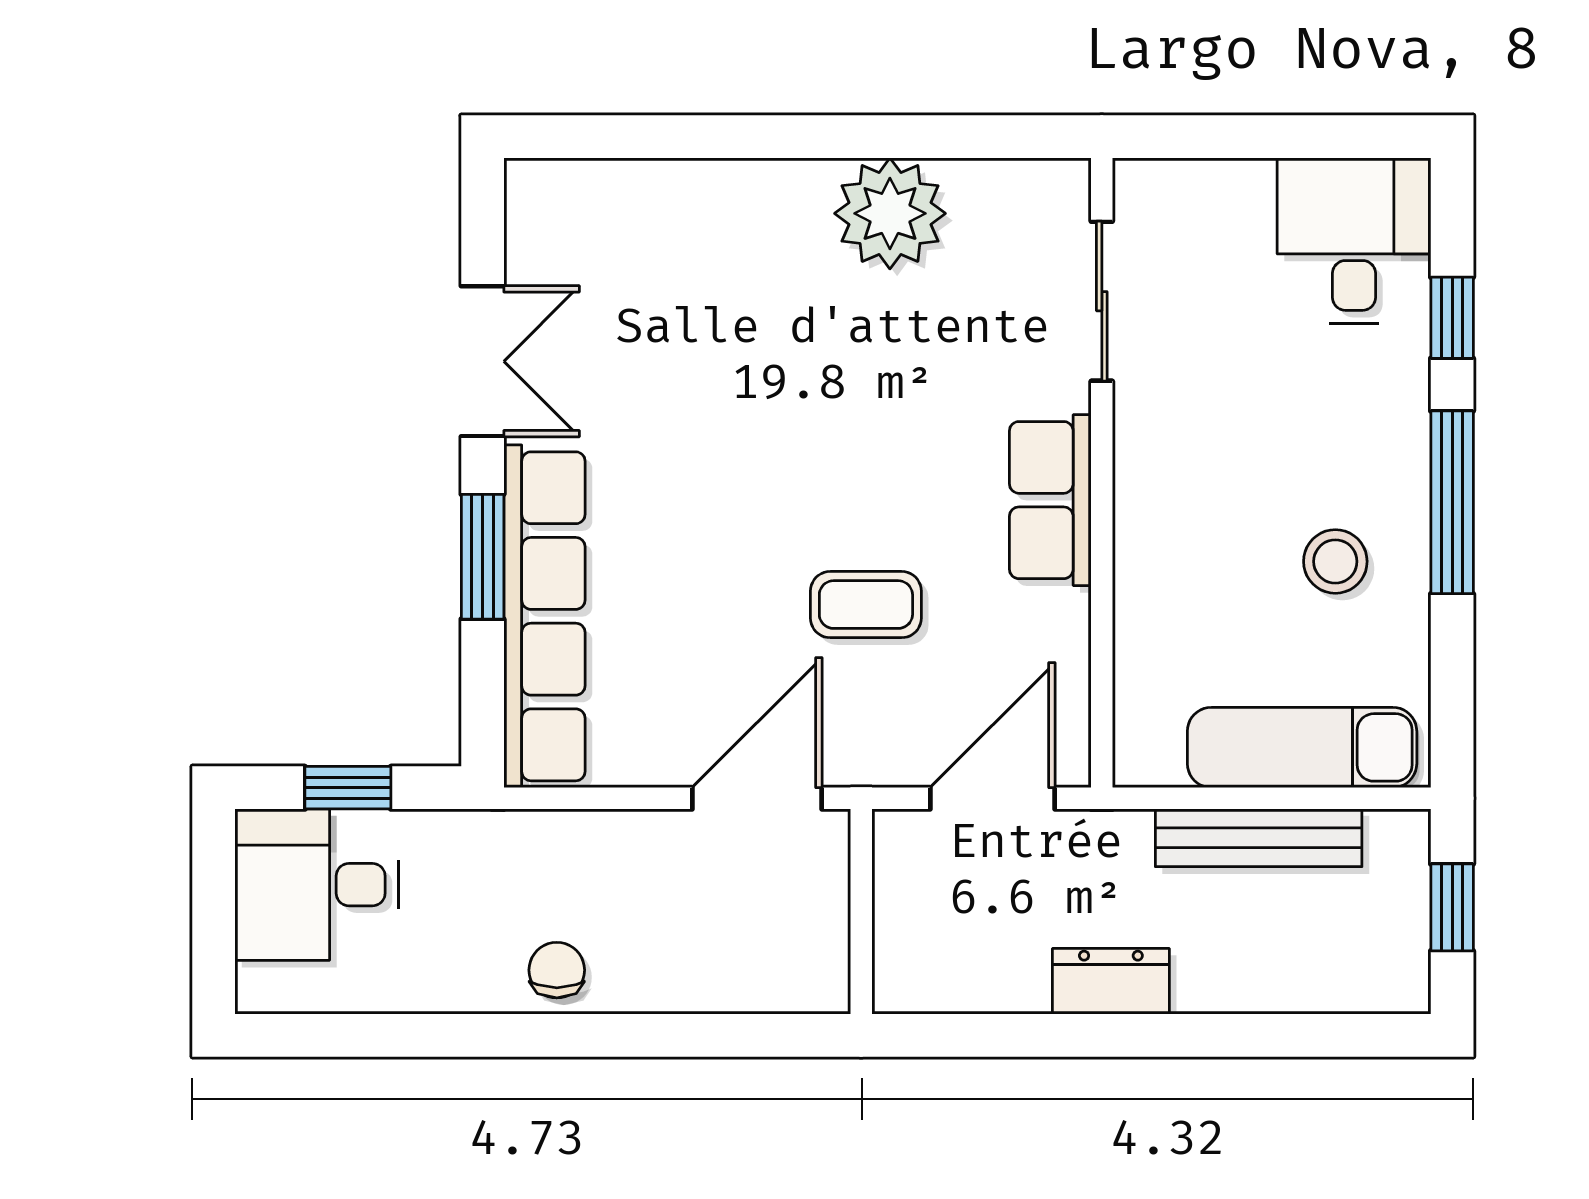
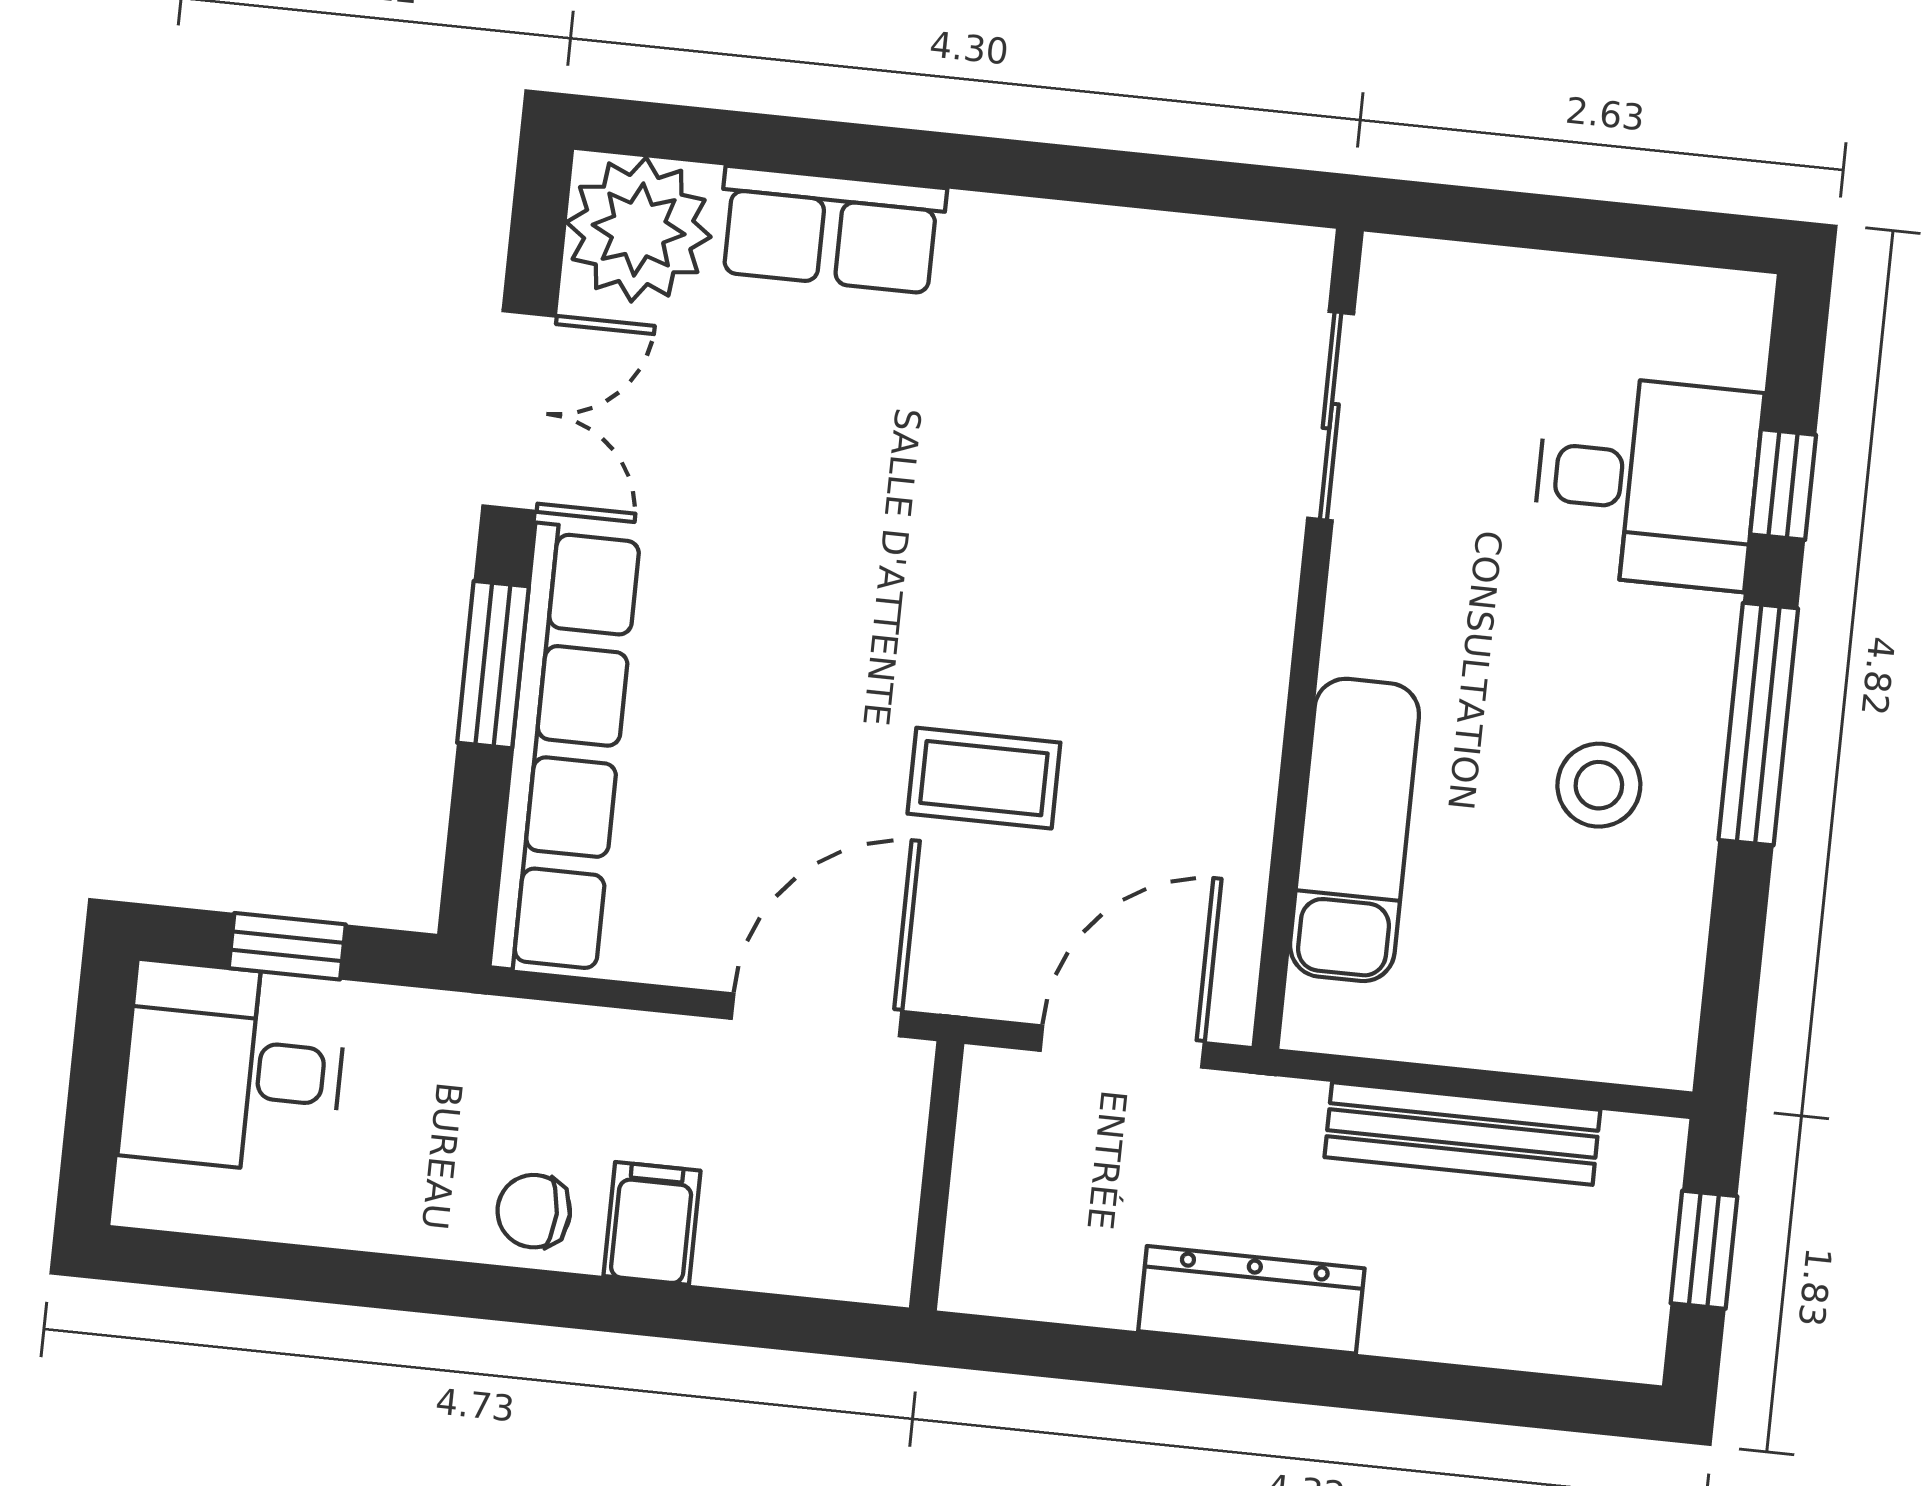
plant: (890, 213) -> (639, 229), moved
desk: (1354, 241) -> (1647, 482), moved, turned 90
row of seats: (1050, 500) -> (831, 230), moved, turned -90
exam couch: (1302, 747) -> (1355, 830), moved, turned 90
chair: (557, 970) -> (534, 1211), turned -90
filing cabinet: (648, 970) -> (652, 1223), added
dresser: (1111, 981) -> (1251, 1300), width x1.44

